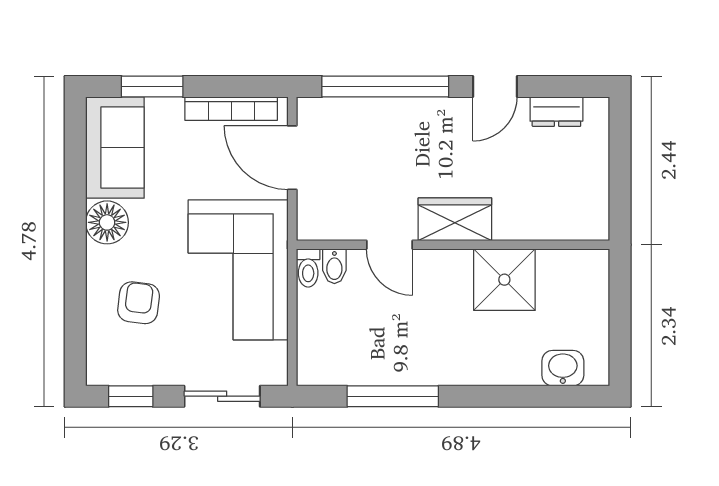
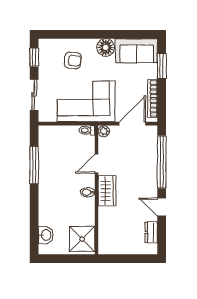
plant: (310, 227) -> (104, 131), added
bidet: (334, 266) -> (88, 192), moved
shower: (504, 280) -> (82, 239), moved

